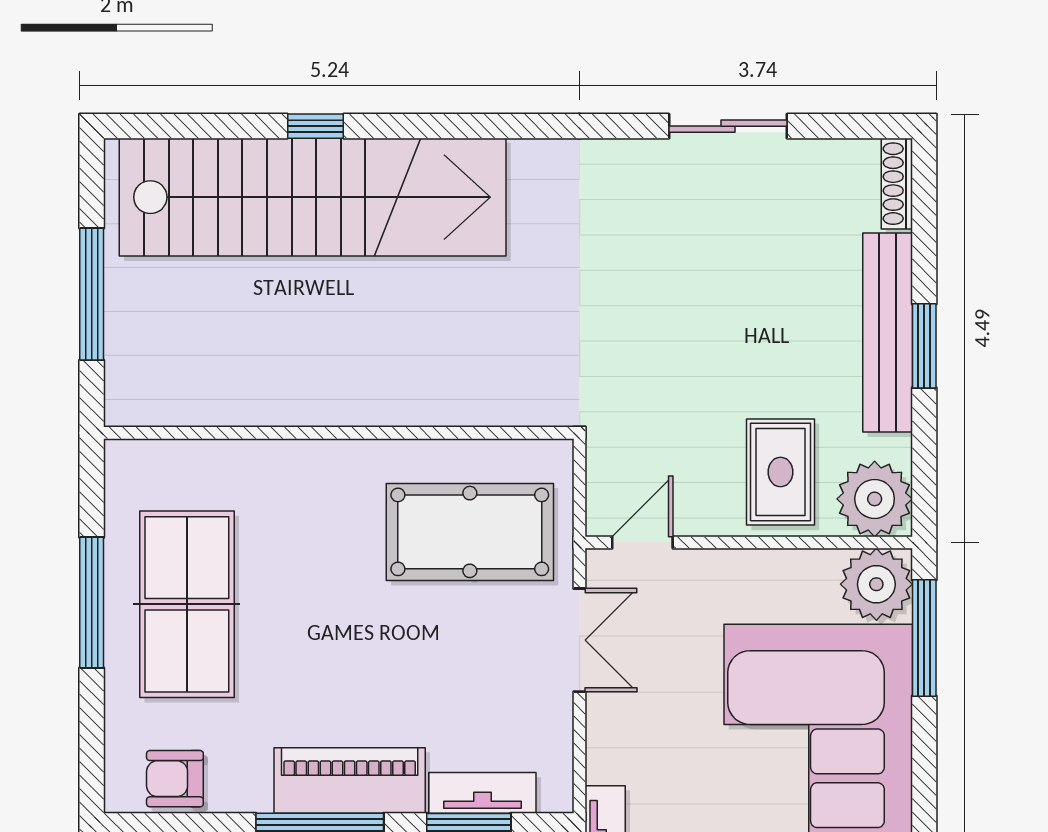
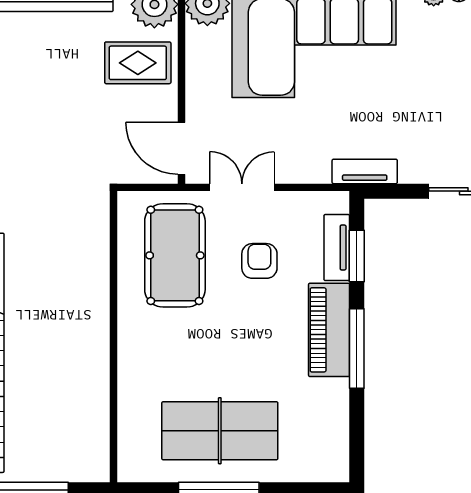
door: (642, 542) -> (181, 148), width x1.38
armchair: (175, 779) -> (259, 261), moved, turned 180

